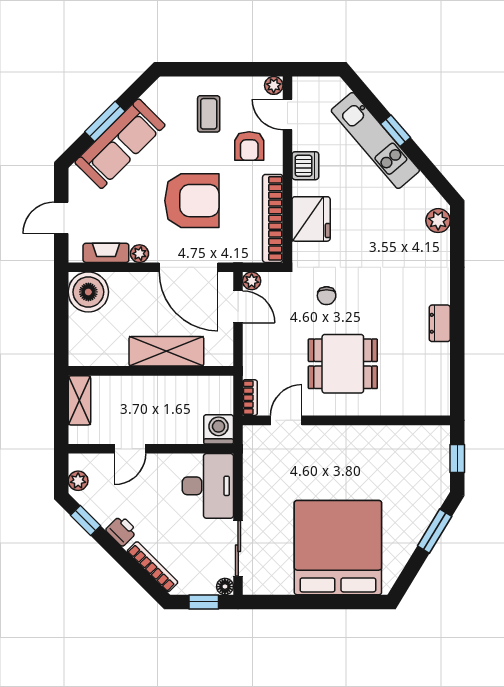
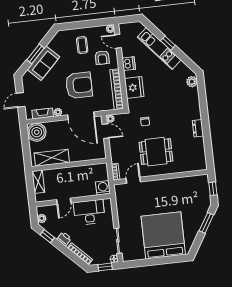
sofa: (120, 144) -> (43, 63), width x0.73
shelving: (166, 351) -> (52, 158), moved
desk: (208, 486) -> (89, 212), moved, turned -90

